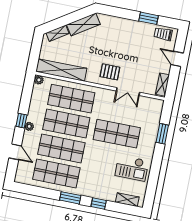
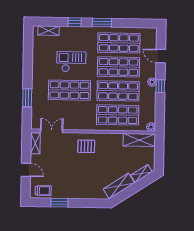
shelving: (61, 70) -> (139, 140), width x0.68
double door: (128, 92) -> (52, 131), moved
checkout: (132, 168) -> (71, 62), moved

